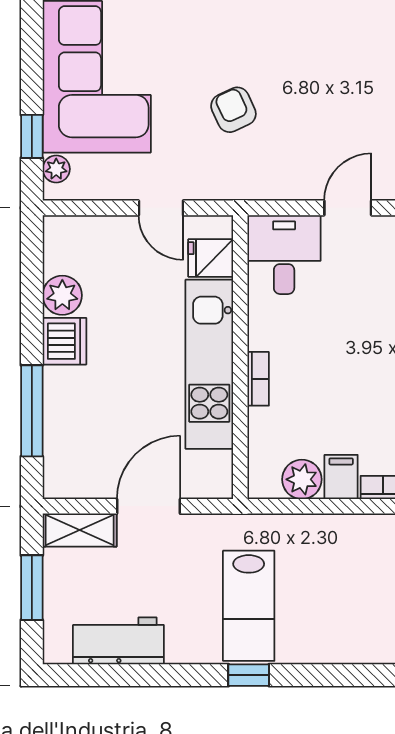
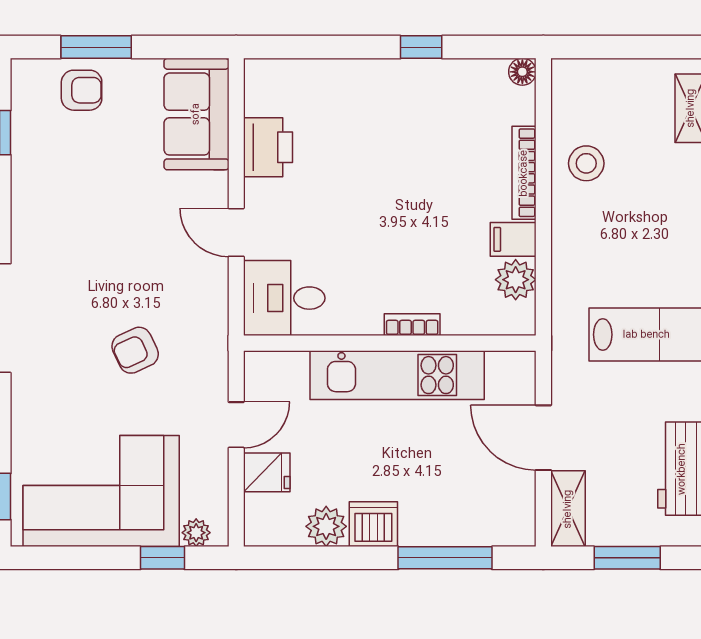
fridge: (211, 258) -> (267, 472), moved, turned -90

